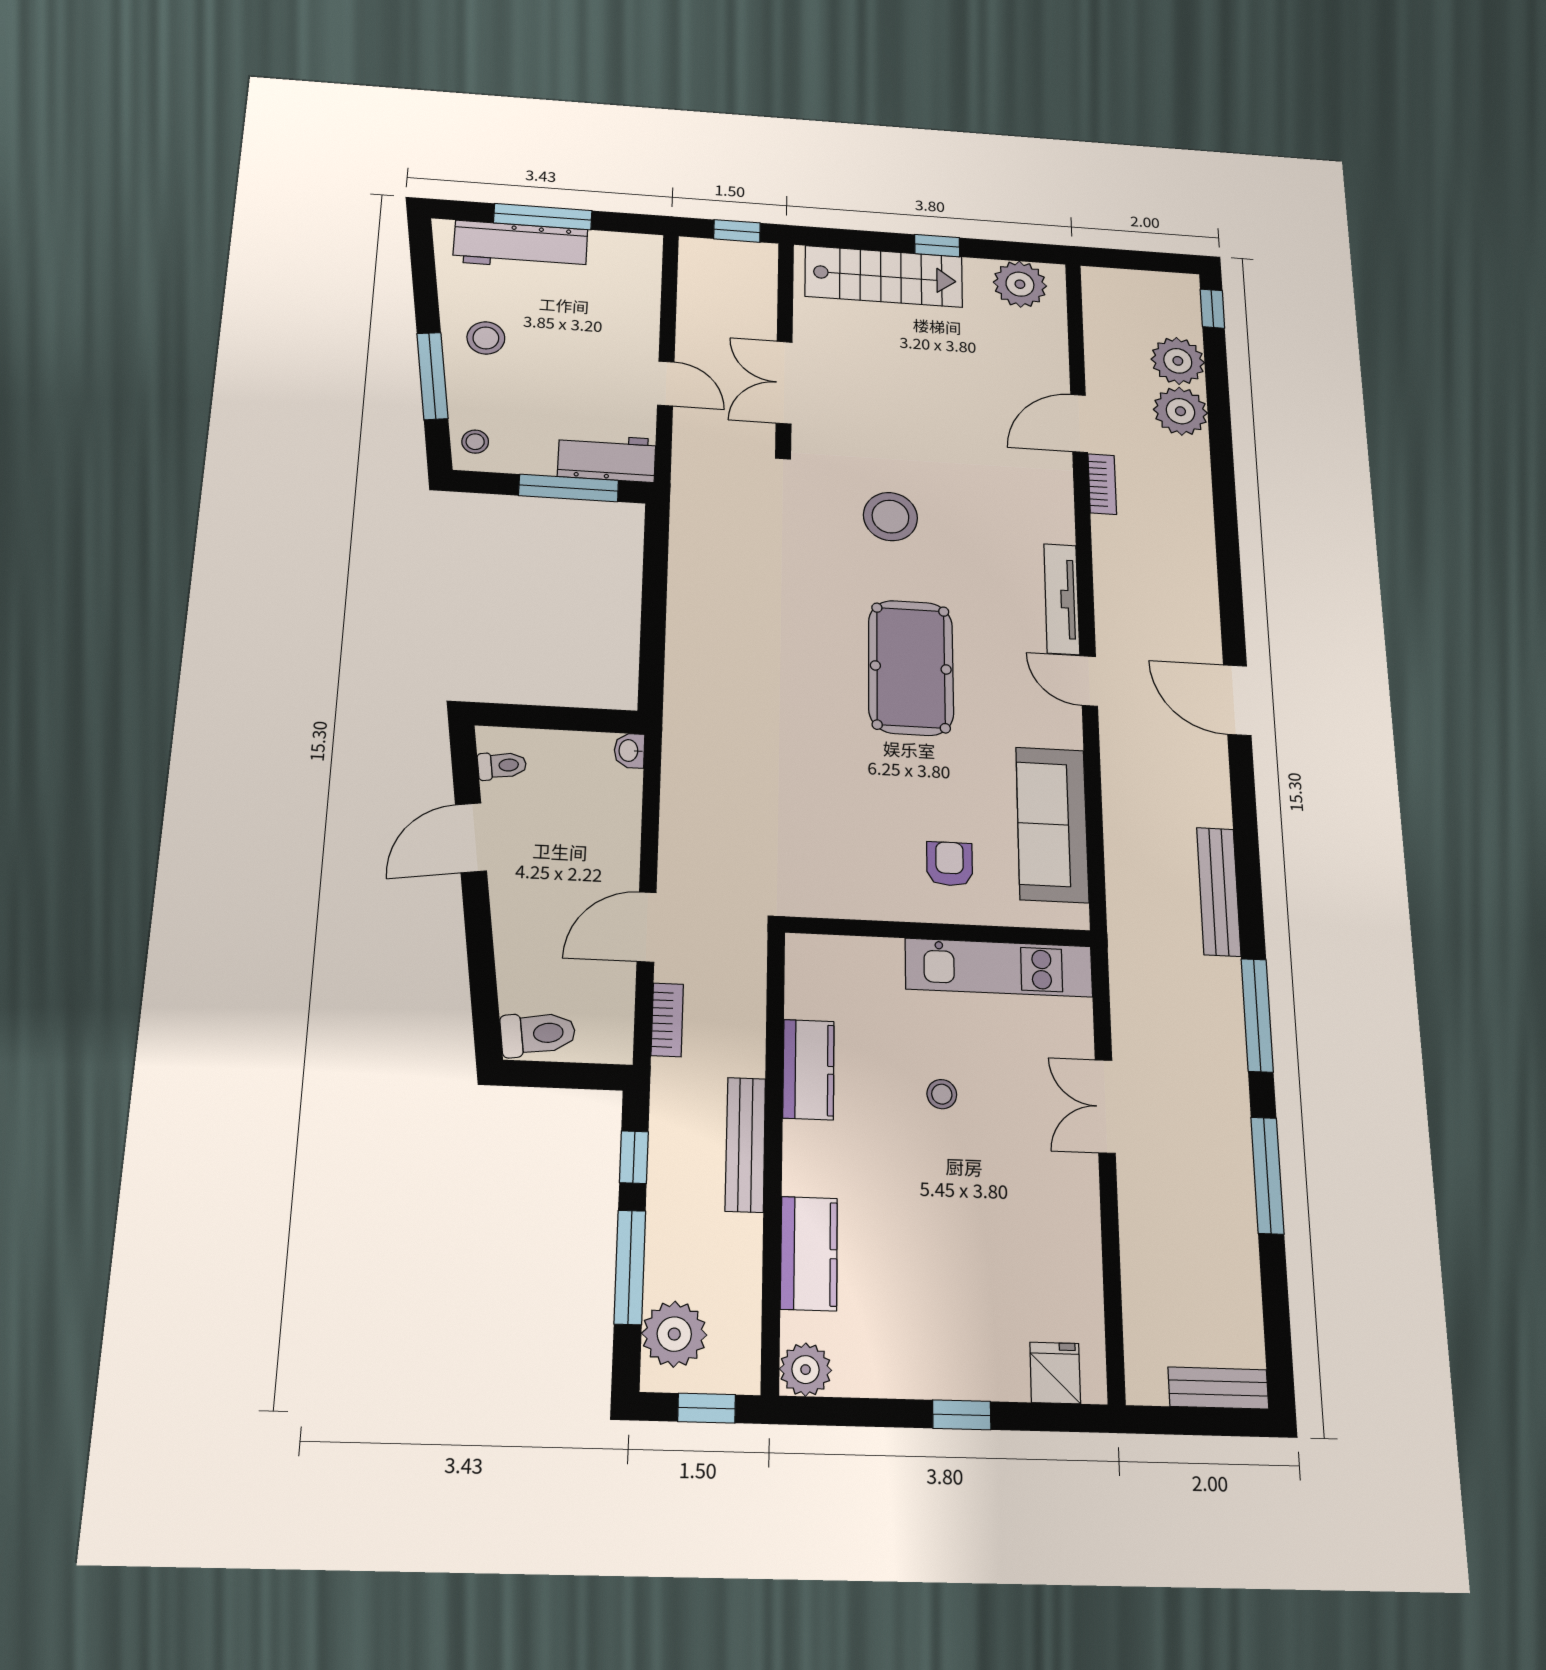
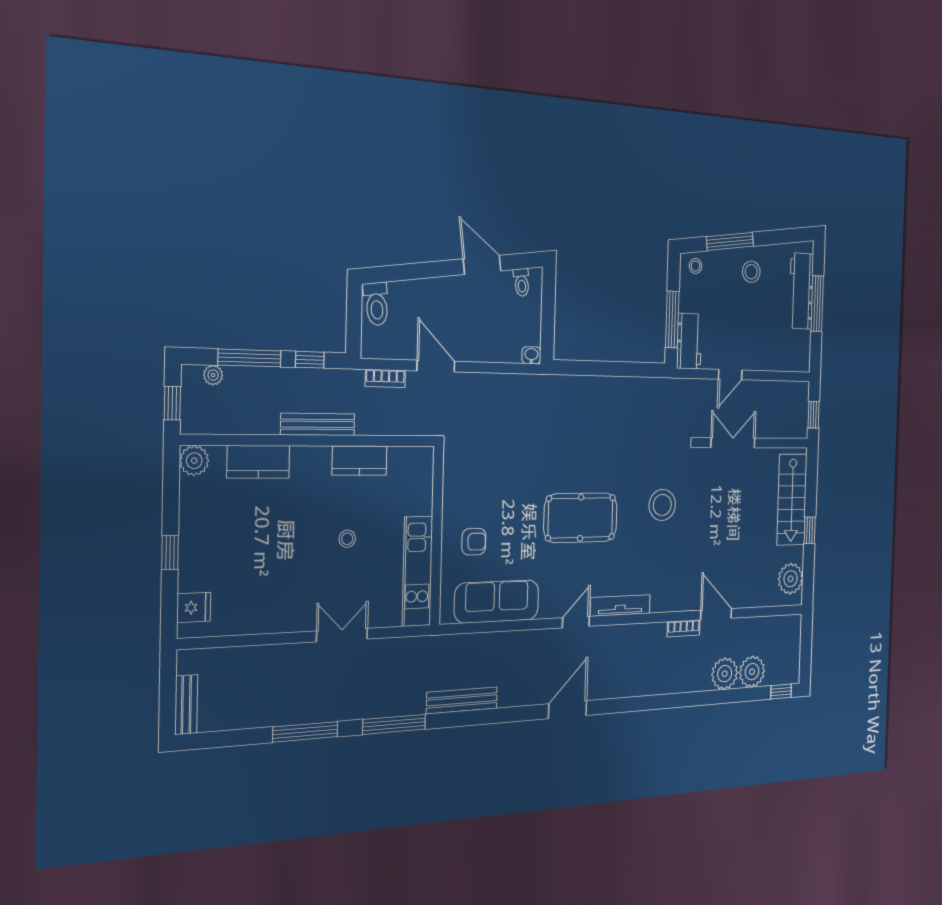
plant: (674, 1334) -> (213, 375), width x0.53, depth x0.53

